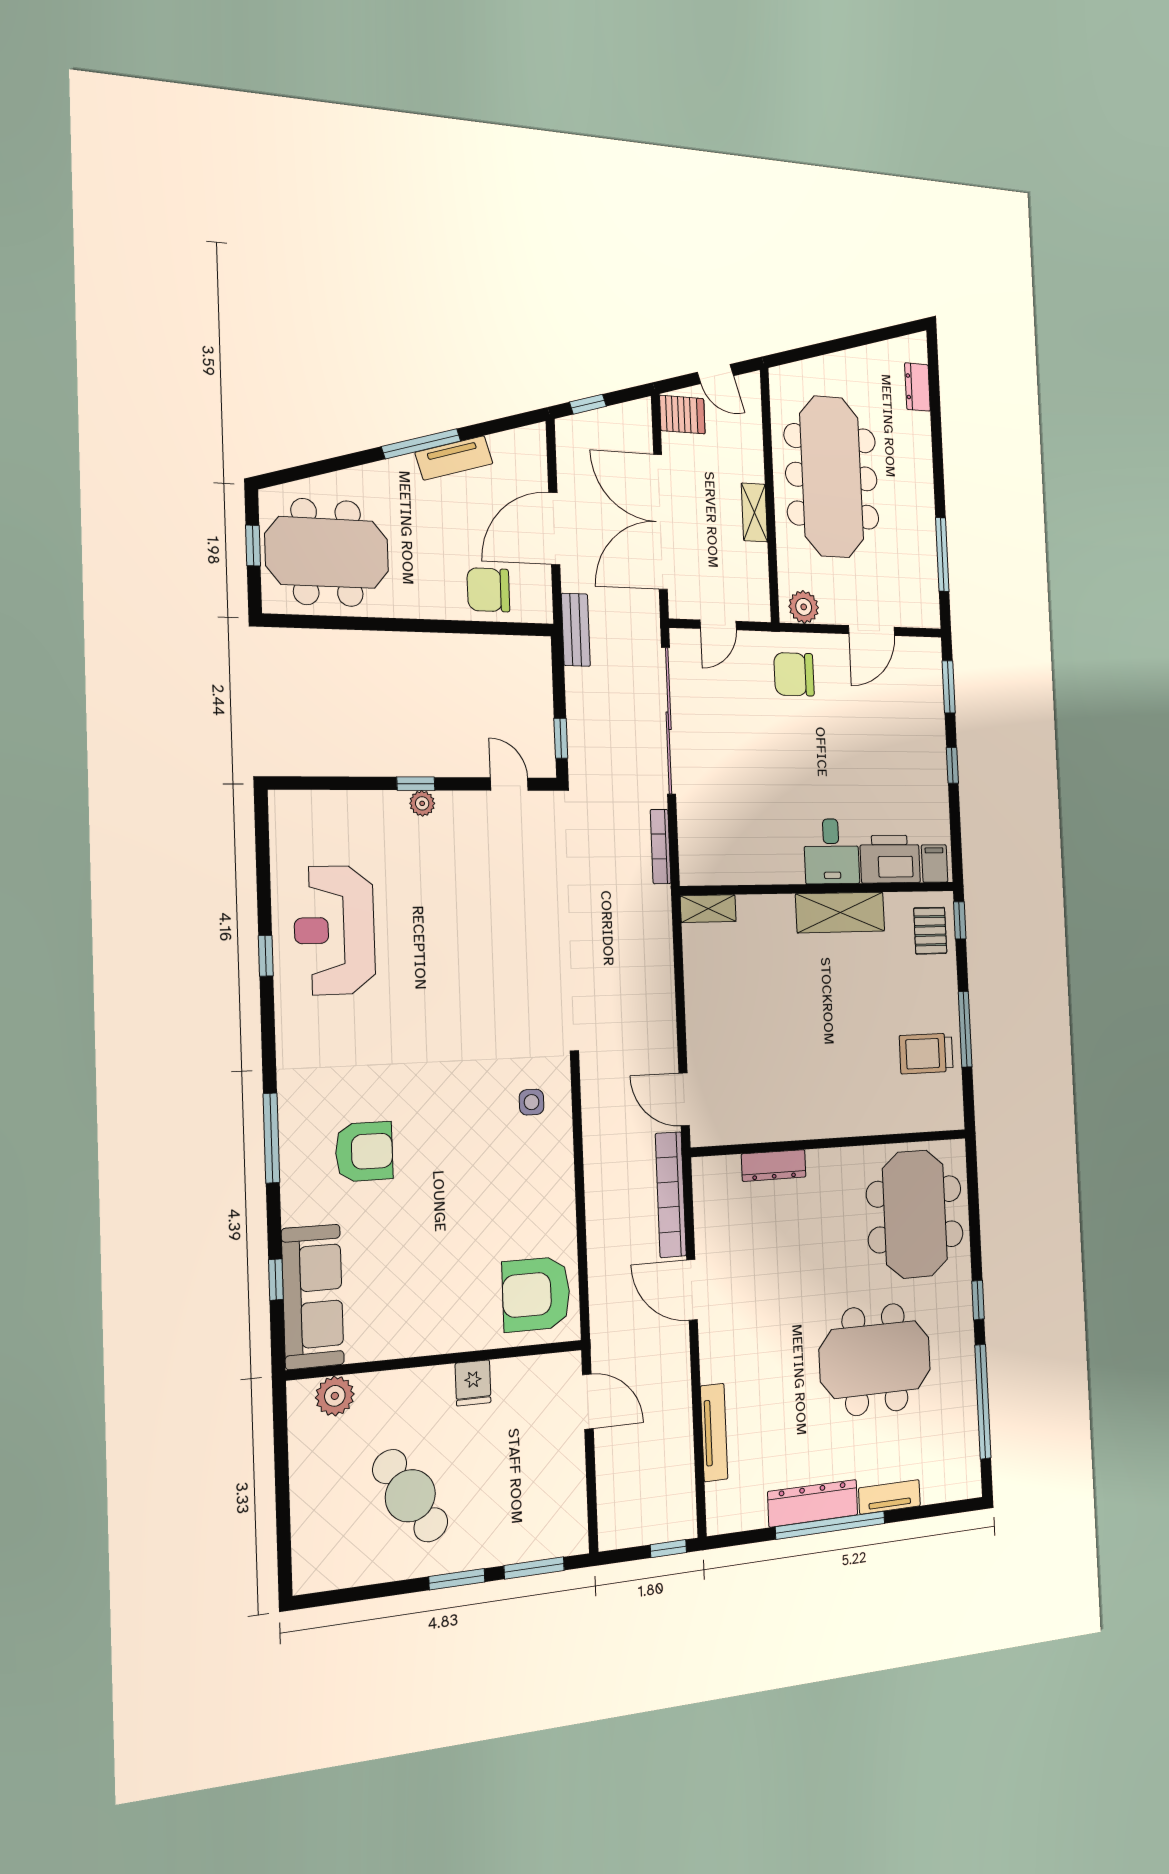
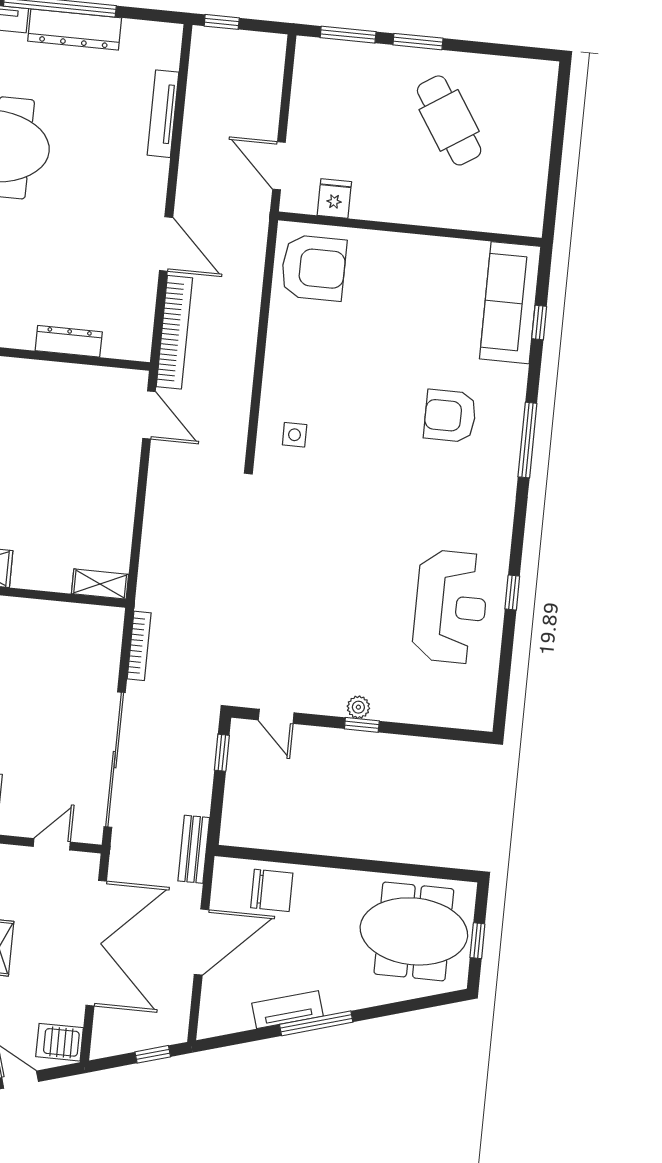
fridge: (473, 1383) -> (334, 199), moved
plant: (335, 1396) -> (502, 217), removed

